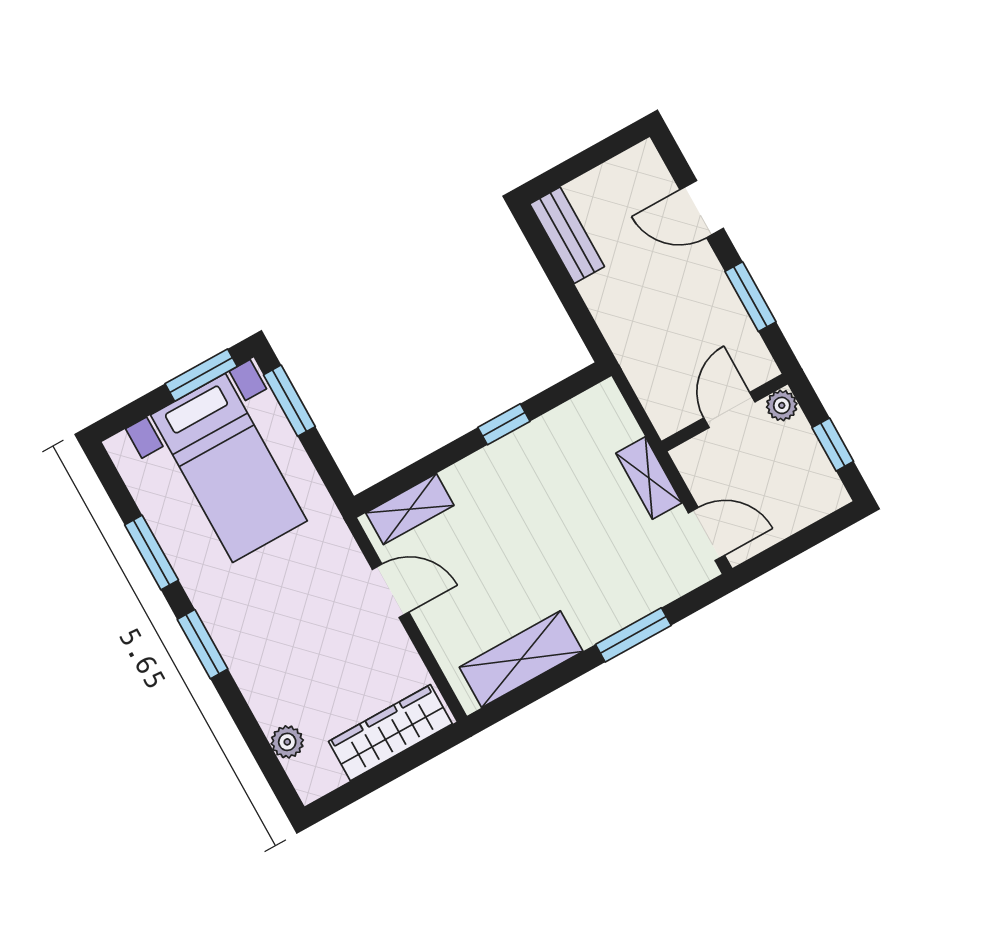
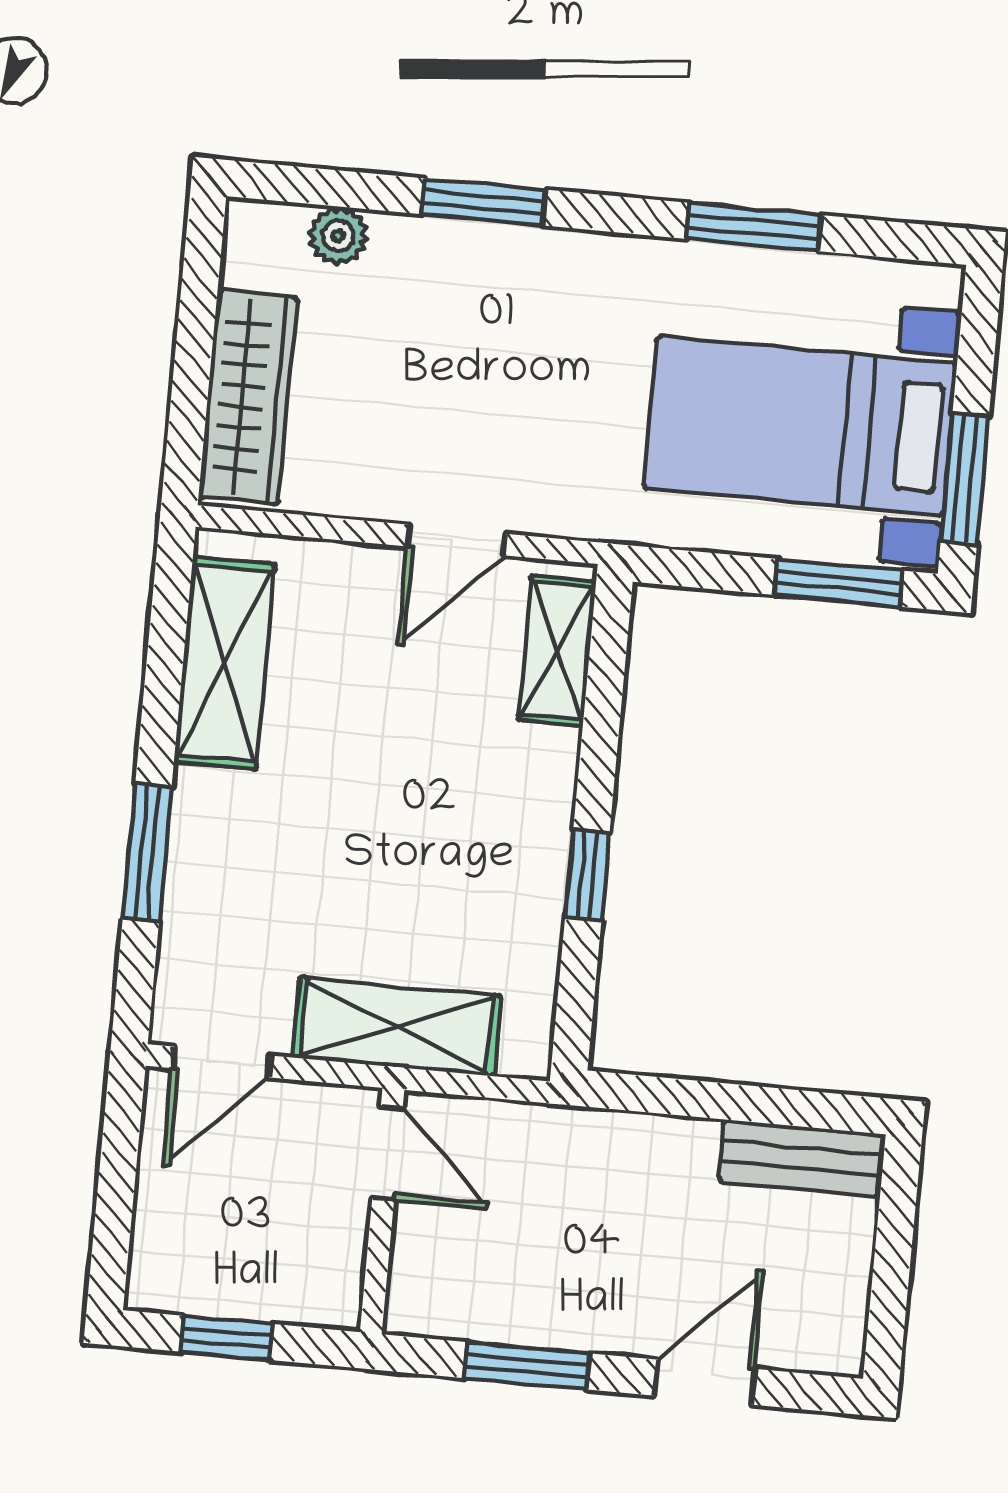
plant: (782, 405) -> (335, 1302), removed
door: (729, 410) -> (388, 1153), moved
shelving: (649, 478) -> (397, 1027), width x1.50, depth x1.33
window: (203, 644) -> (484, 202), moved

